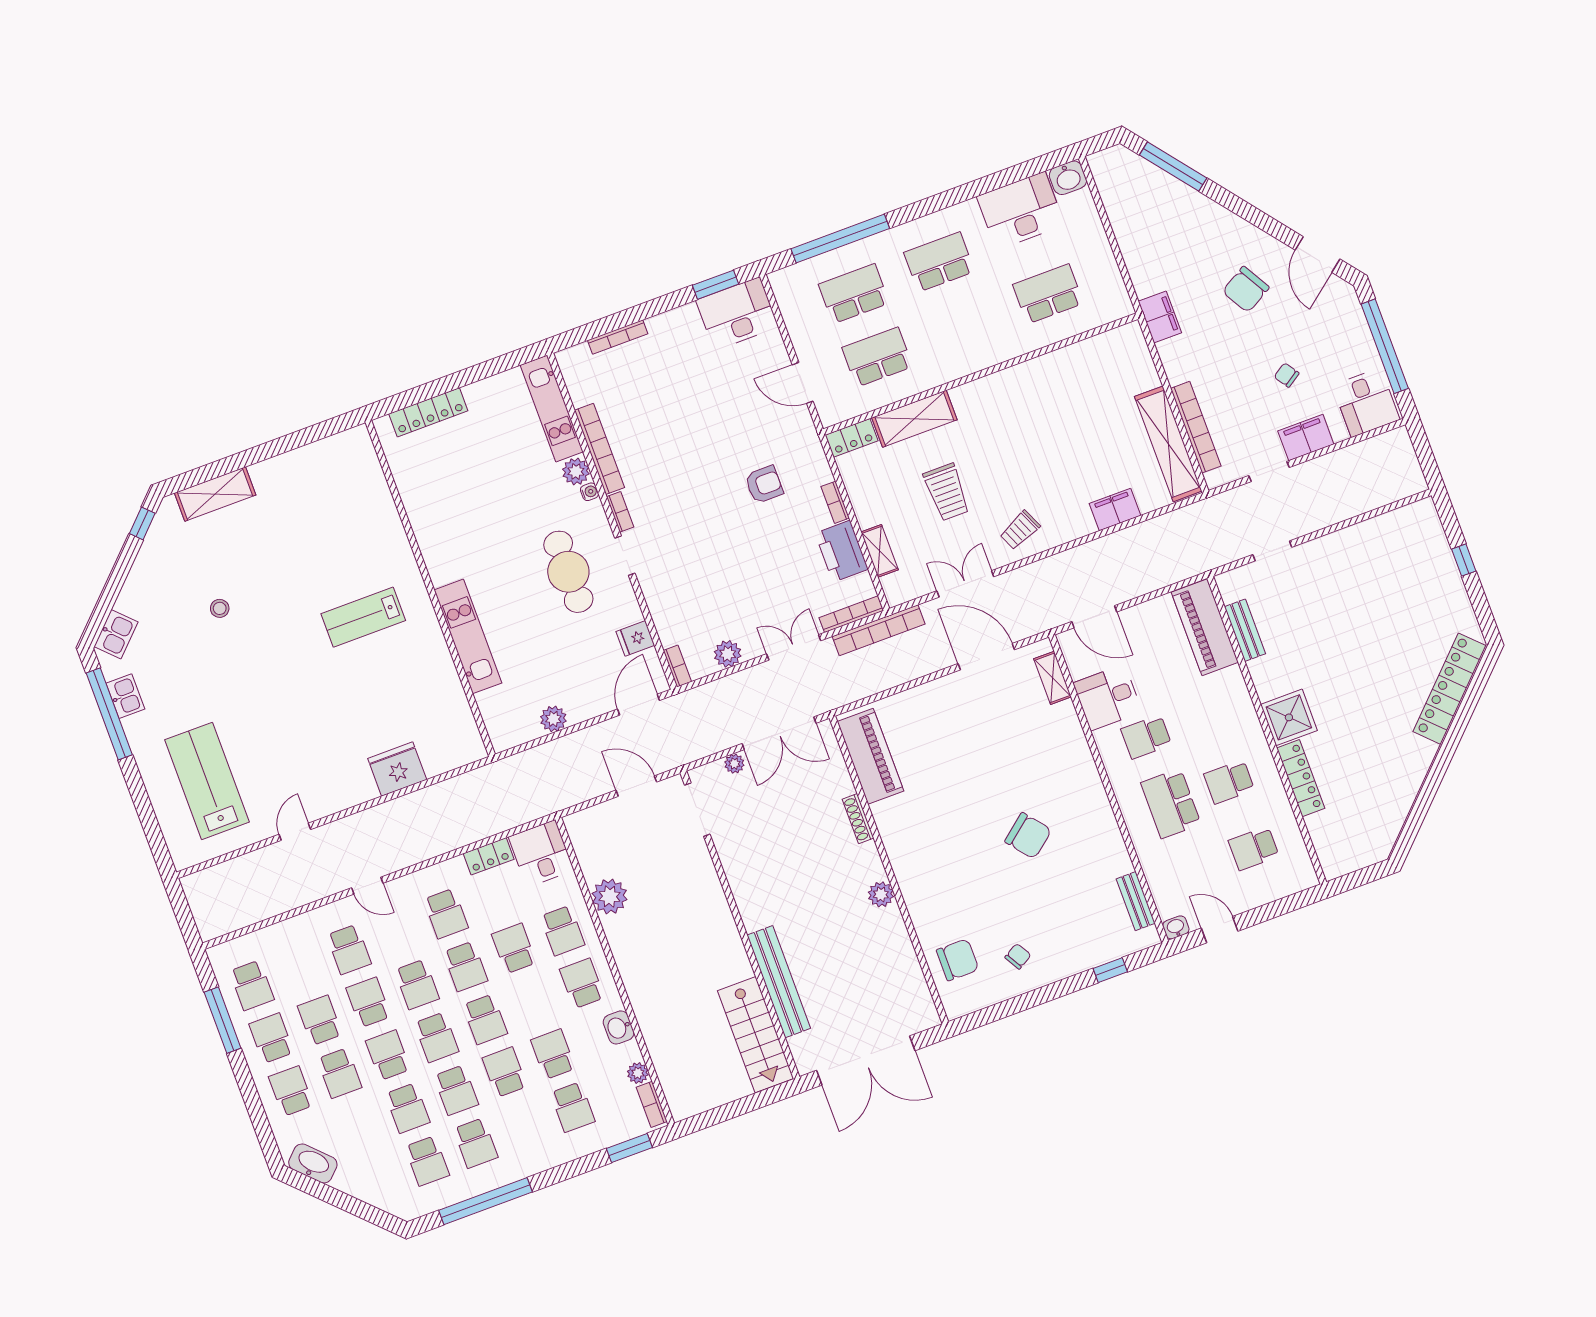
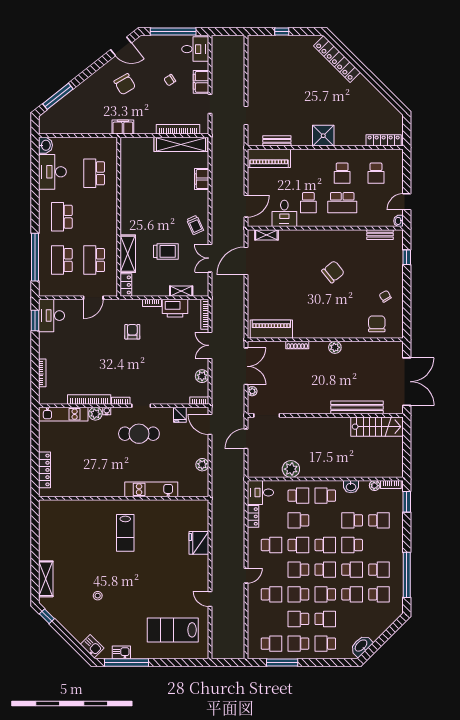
bookcase: (879, 630) -> (216, 305), removed
locker: (1301, 778) -> (384, 140), moved
school desk: (417, 984) -> (298, 570), turned 180

